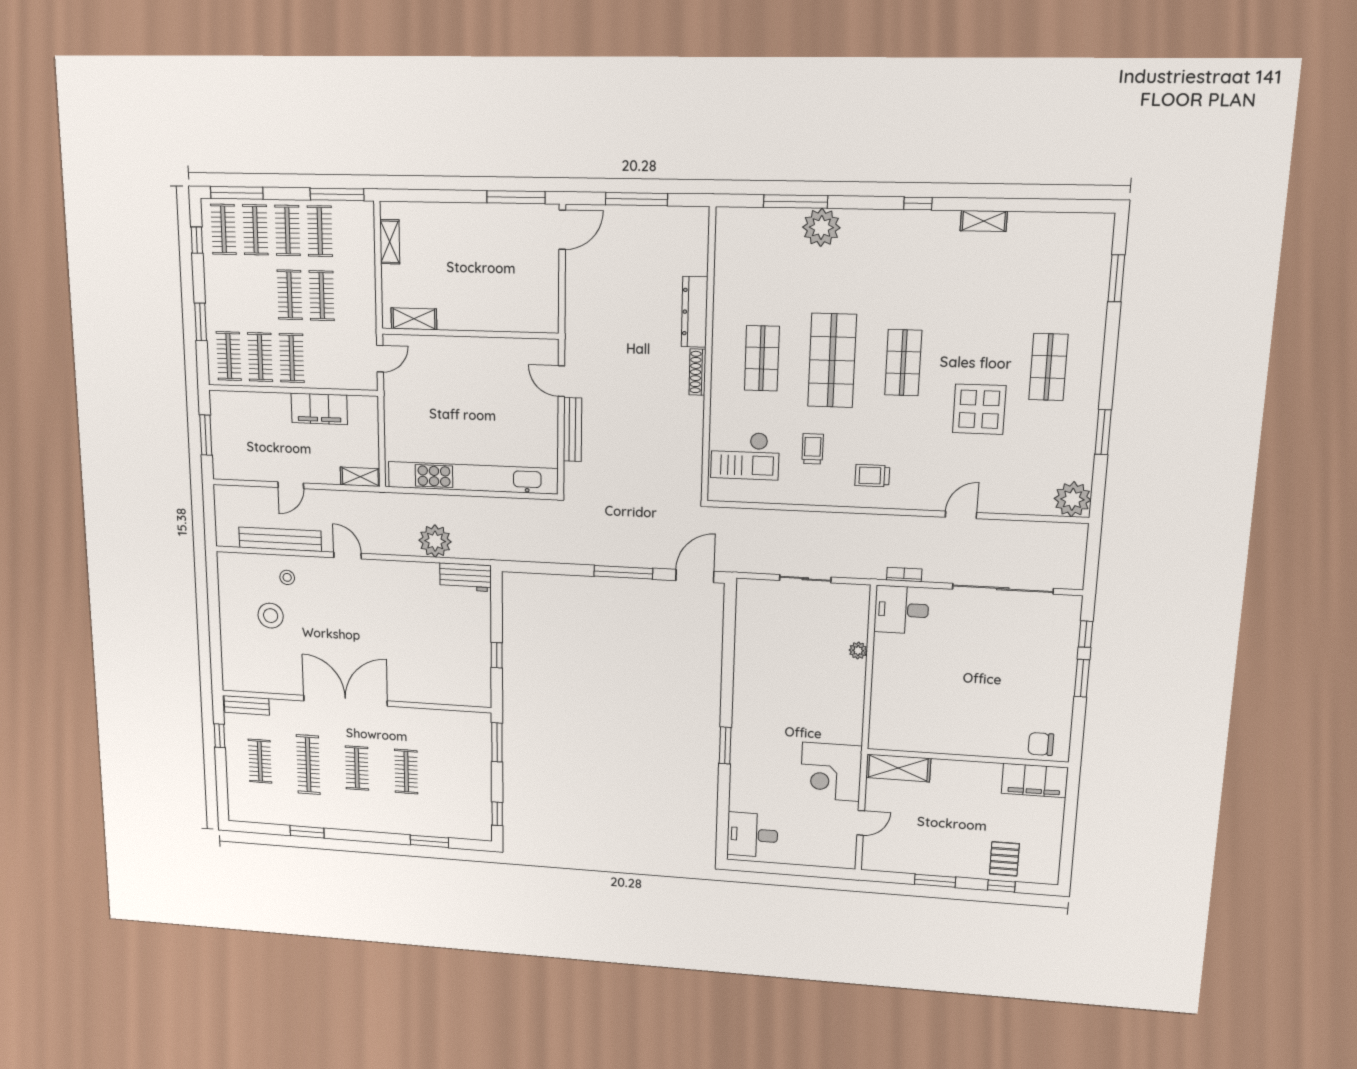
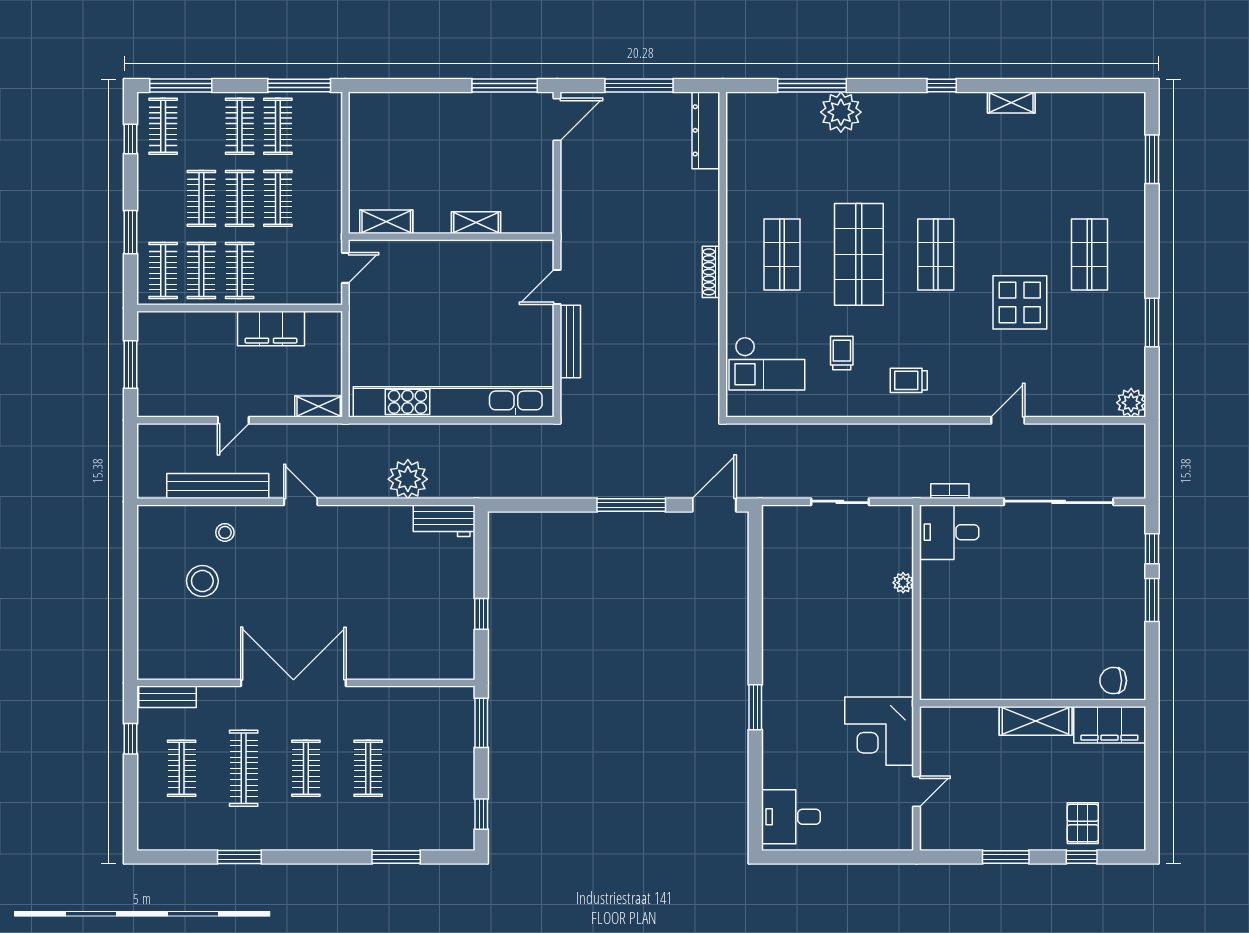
clothes rail: (255, 230) -> (201, 198), moved
shelving: (390, 242) -> (476, 223), moved, turned 90
dresser: (694, 312) -> (706, 130), moved
door: (561, 381) -> (557, 287), hinge flipped
plant: (1073, 499) -> (1131, 403), width x0.73, depth x0.73
shelving: (898, 768) -> (1036, 721), moved

